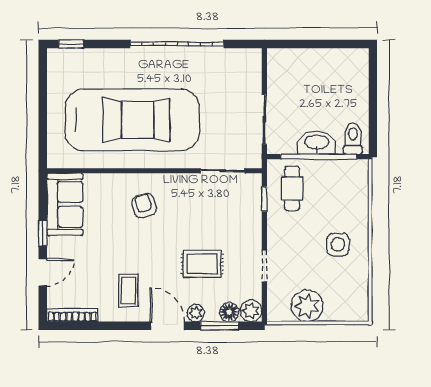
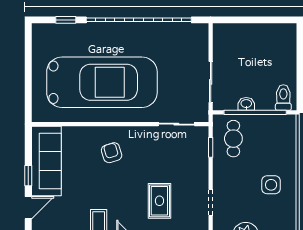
window: (71, 44) -> (66, 20), moved
garage door: (177, 44) -> (139, 20), width x1.36
washbasin: (317, 143) -> (246, 104), width x0.52, depth x0.69
sofa: (65, 204) -> (46, 161), width x1.36
rug: (202, 264) -> (159, 201), turned 90

